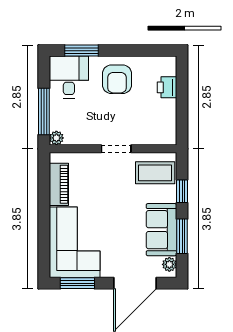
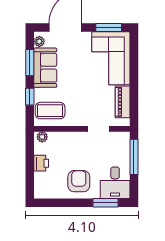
printer: (167, 87) -> (41, 163), moved
plant: (56, 138) -> (42, 137), moved
doorway: (116, 149) -> (98, 129), moved

